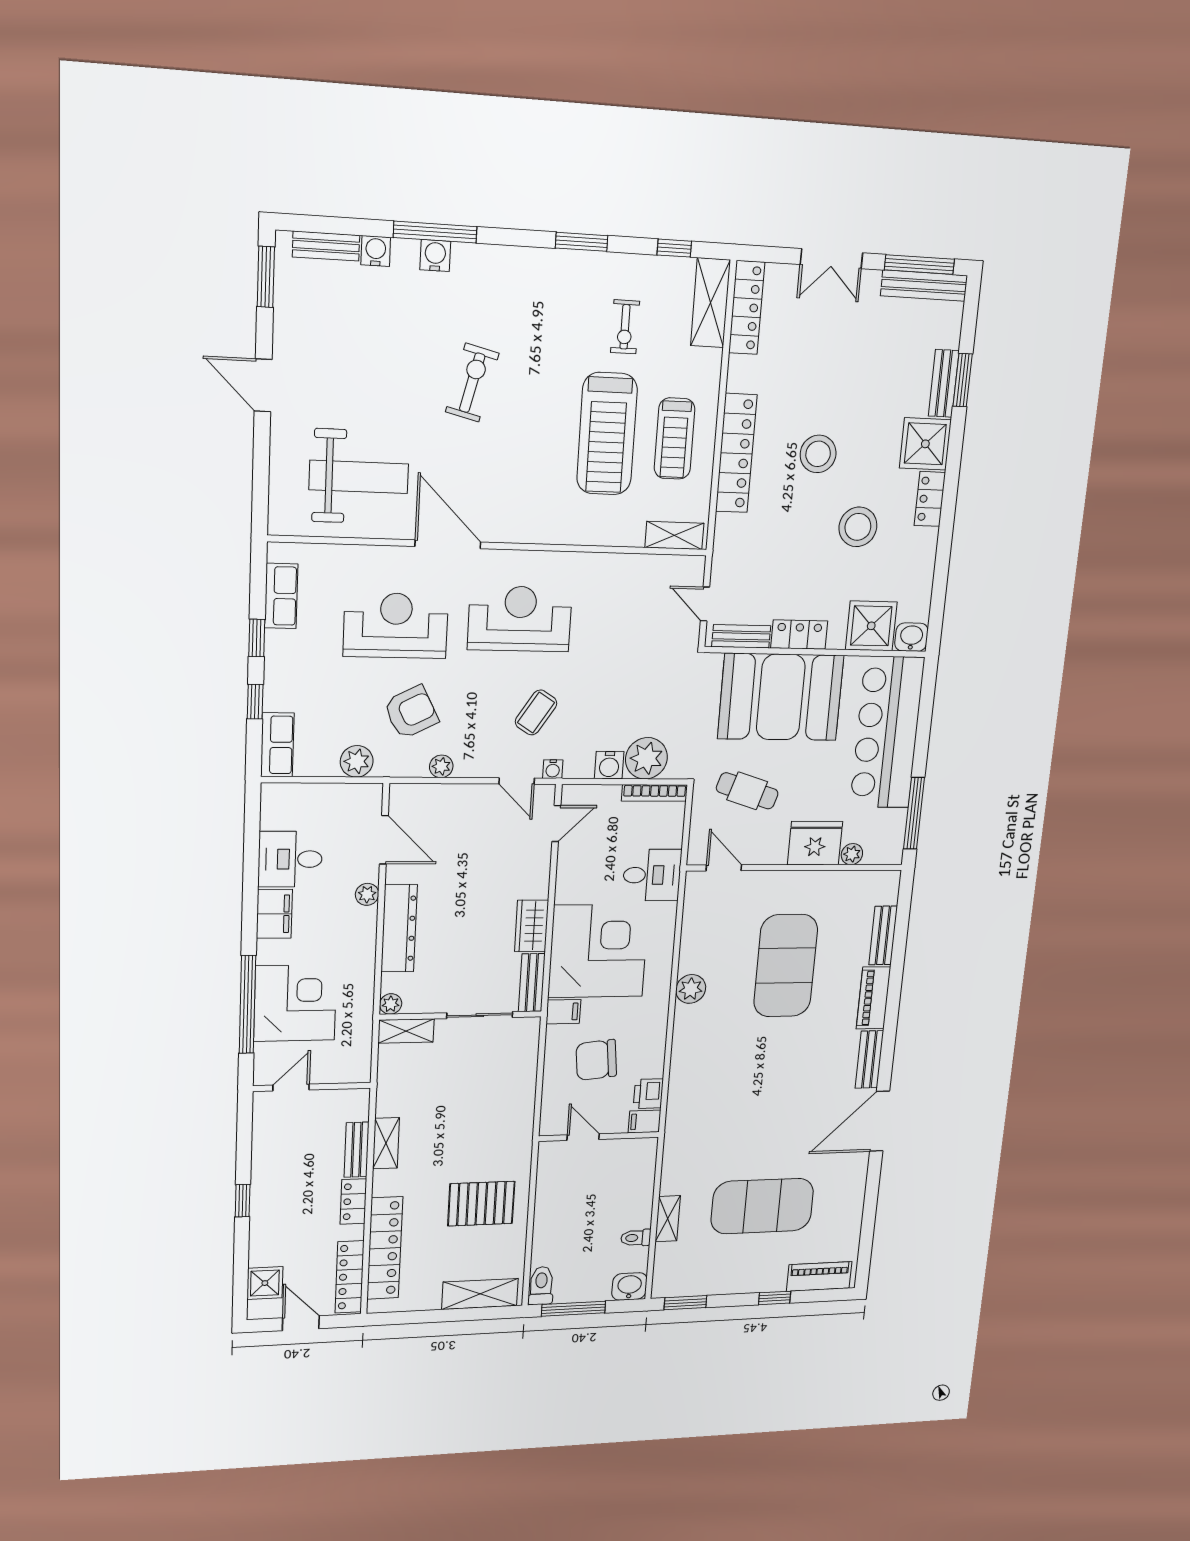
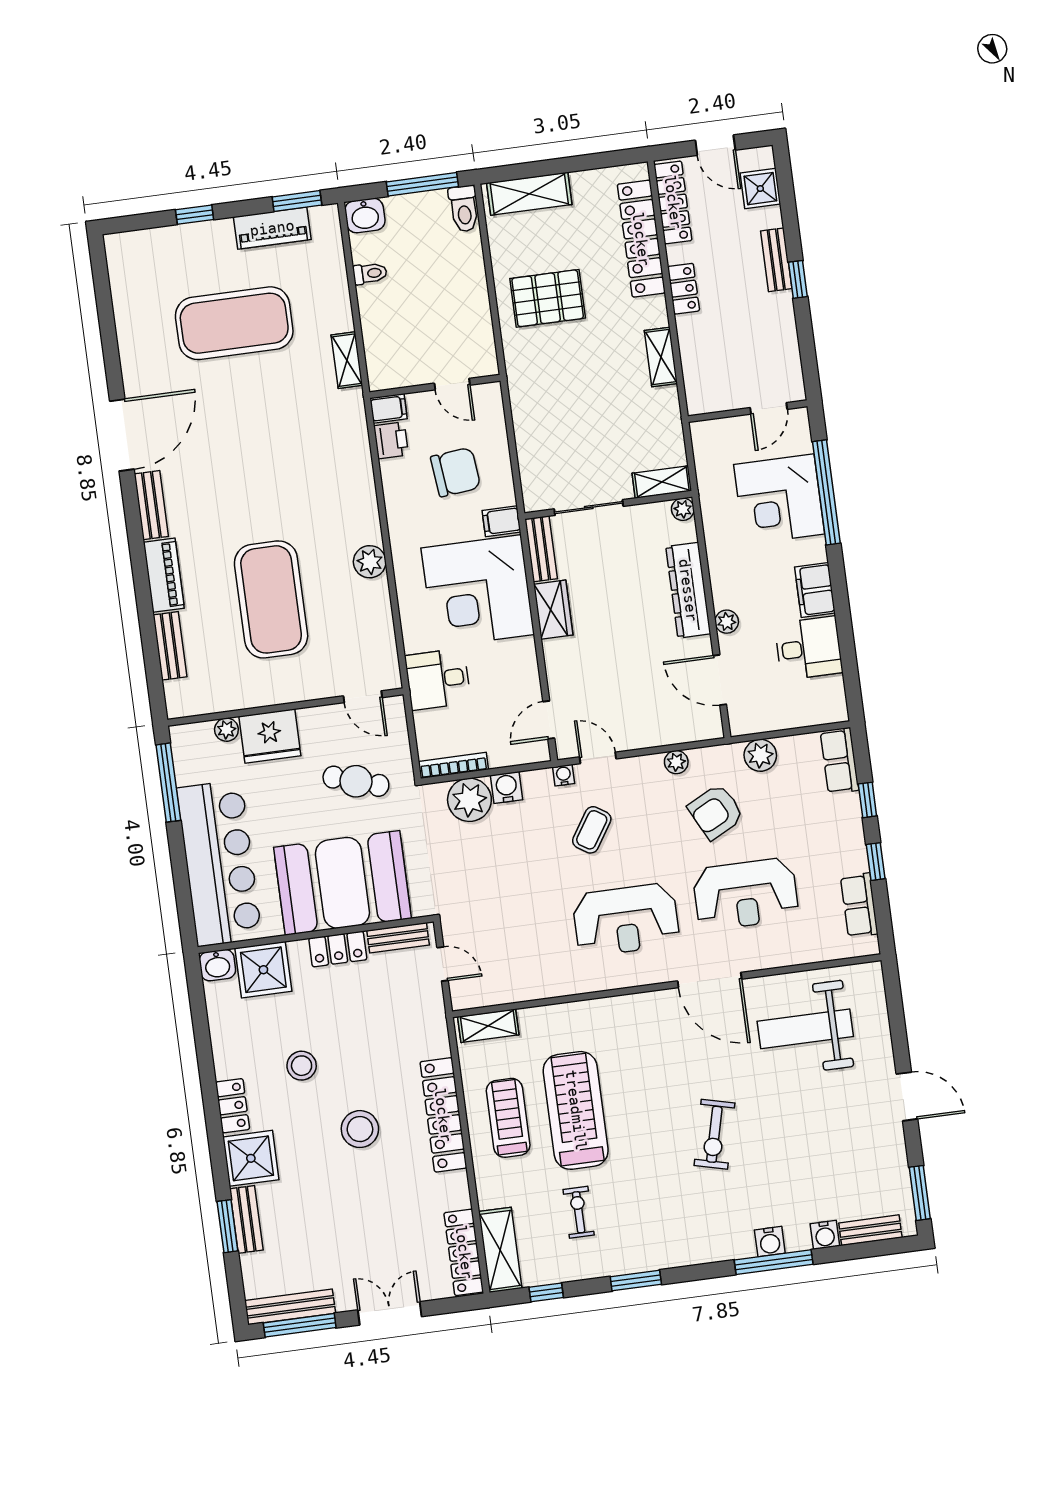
stool: (858, 527) -> (302, 1066), width x0.73, depth x0.73
bench: (357, 1150) -> (776, 260), moved
shelving: (668, 1219) -> (347, 360), moved
piano: (819, 1276) -> (272, 228), moved

